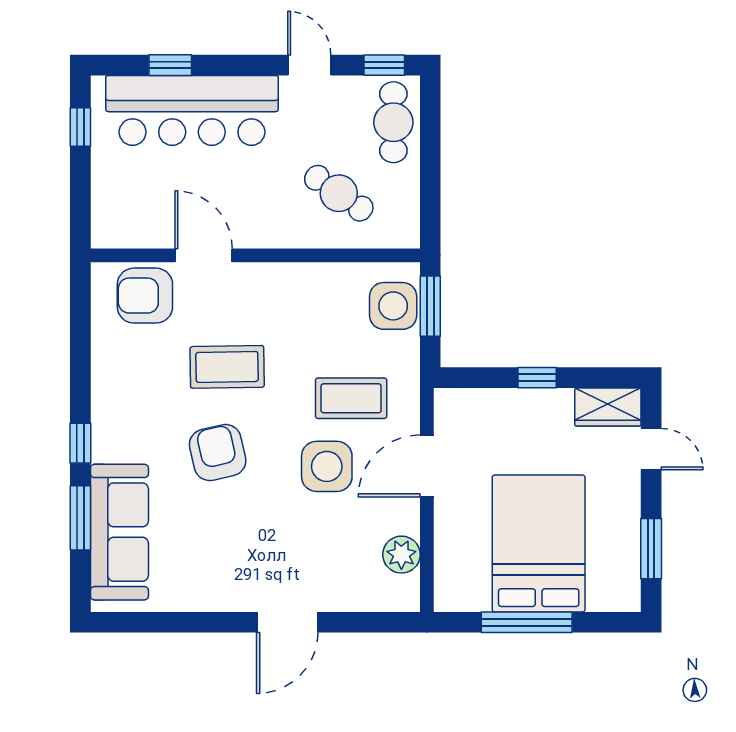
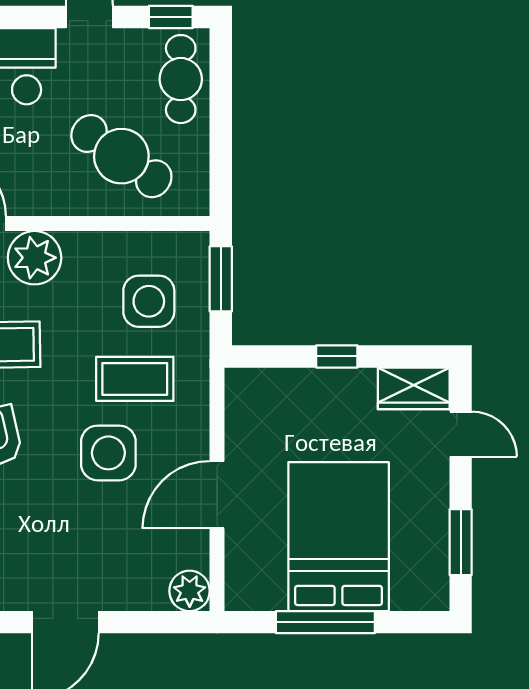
cafe table: (339, 193) -> (121, 156), width x1.37, depth x1.35
plant: (259, 287) -> (35, 258), added
side table: (393, 306) -> (149, 301), moved
door: (427, 466) -> (217, 495), moved
plant: (401, 555) -> (190, 591), moved

